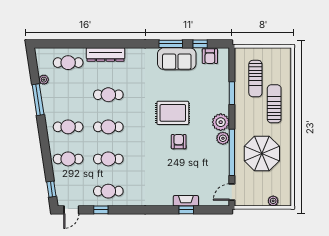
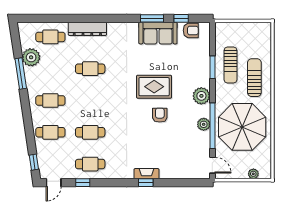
armchair: (210, 56) -> (191, 30), turned -90
sun lounger: (255, 79) -> (230, 65), moved
plant: (44, 80) -> (31, 57), width x1.88, depth x1.88
cafe table: (108, 127) -> (90, 100), removed
plant: (223, 138) -> (204, 124), moved
parasol: (262, 154) -> (242, 127), width x1.36, depth x1.36
door: (232, 192) -> (212, 165), swing flipped
fireplace: (186, 201) -> (147, 174), moved
window: (186, 210) -> (146, 183), moved

